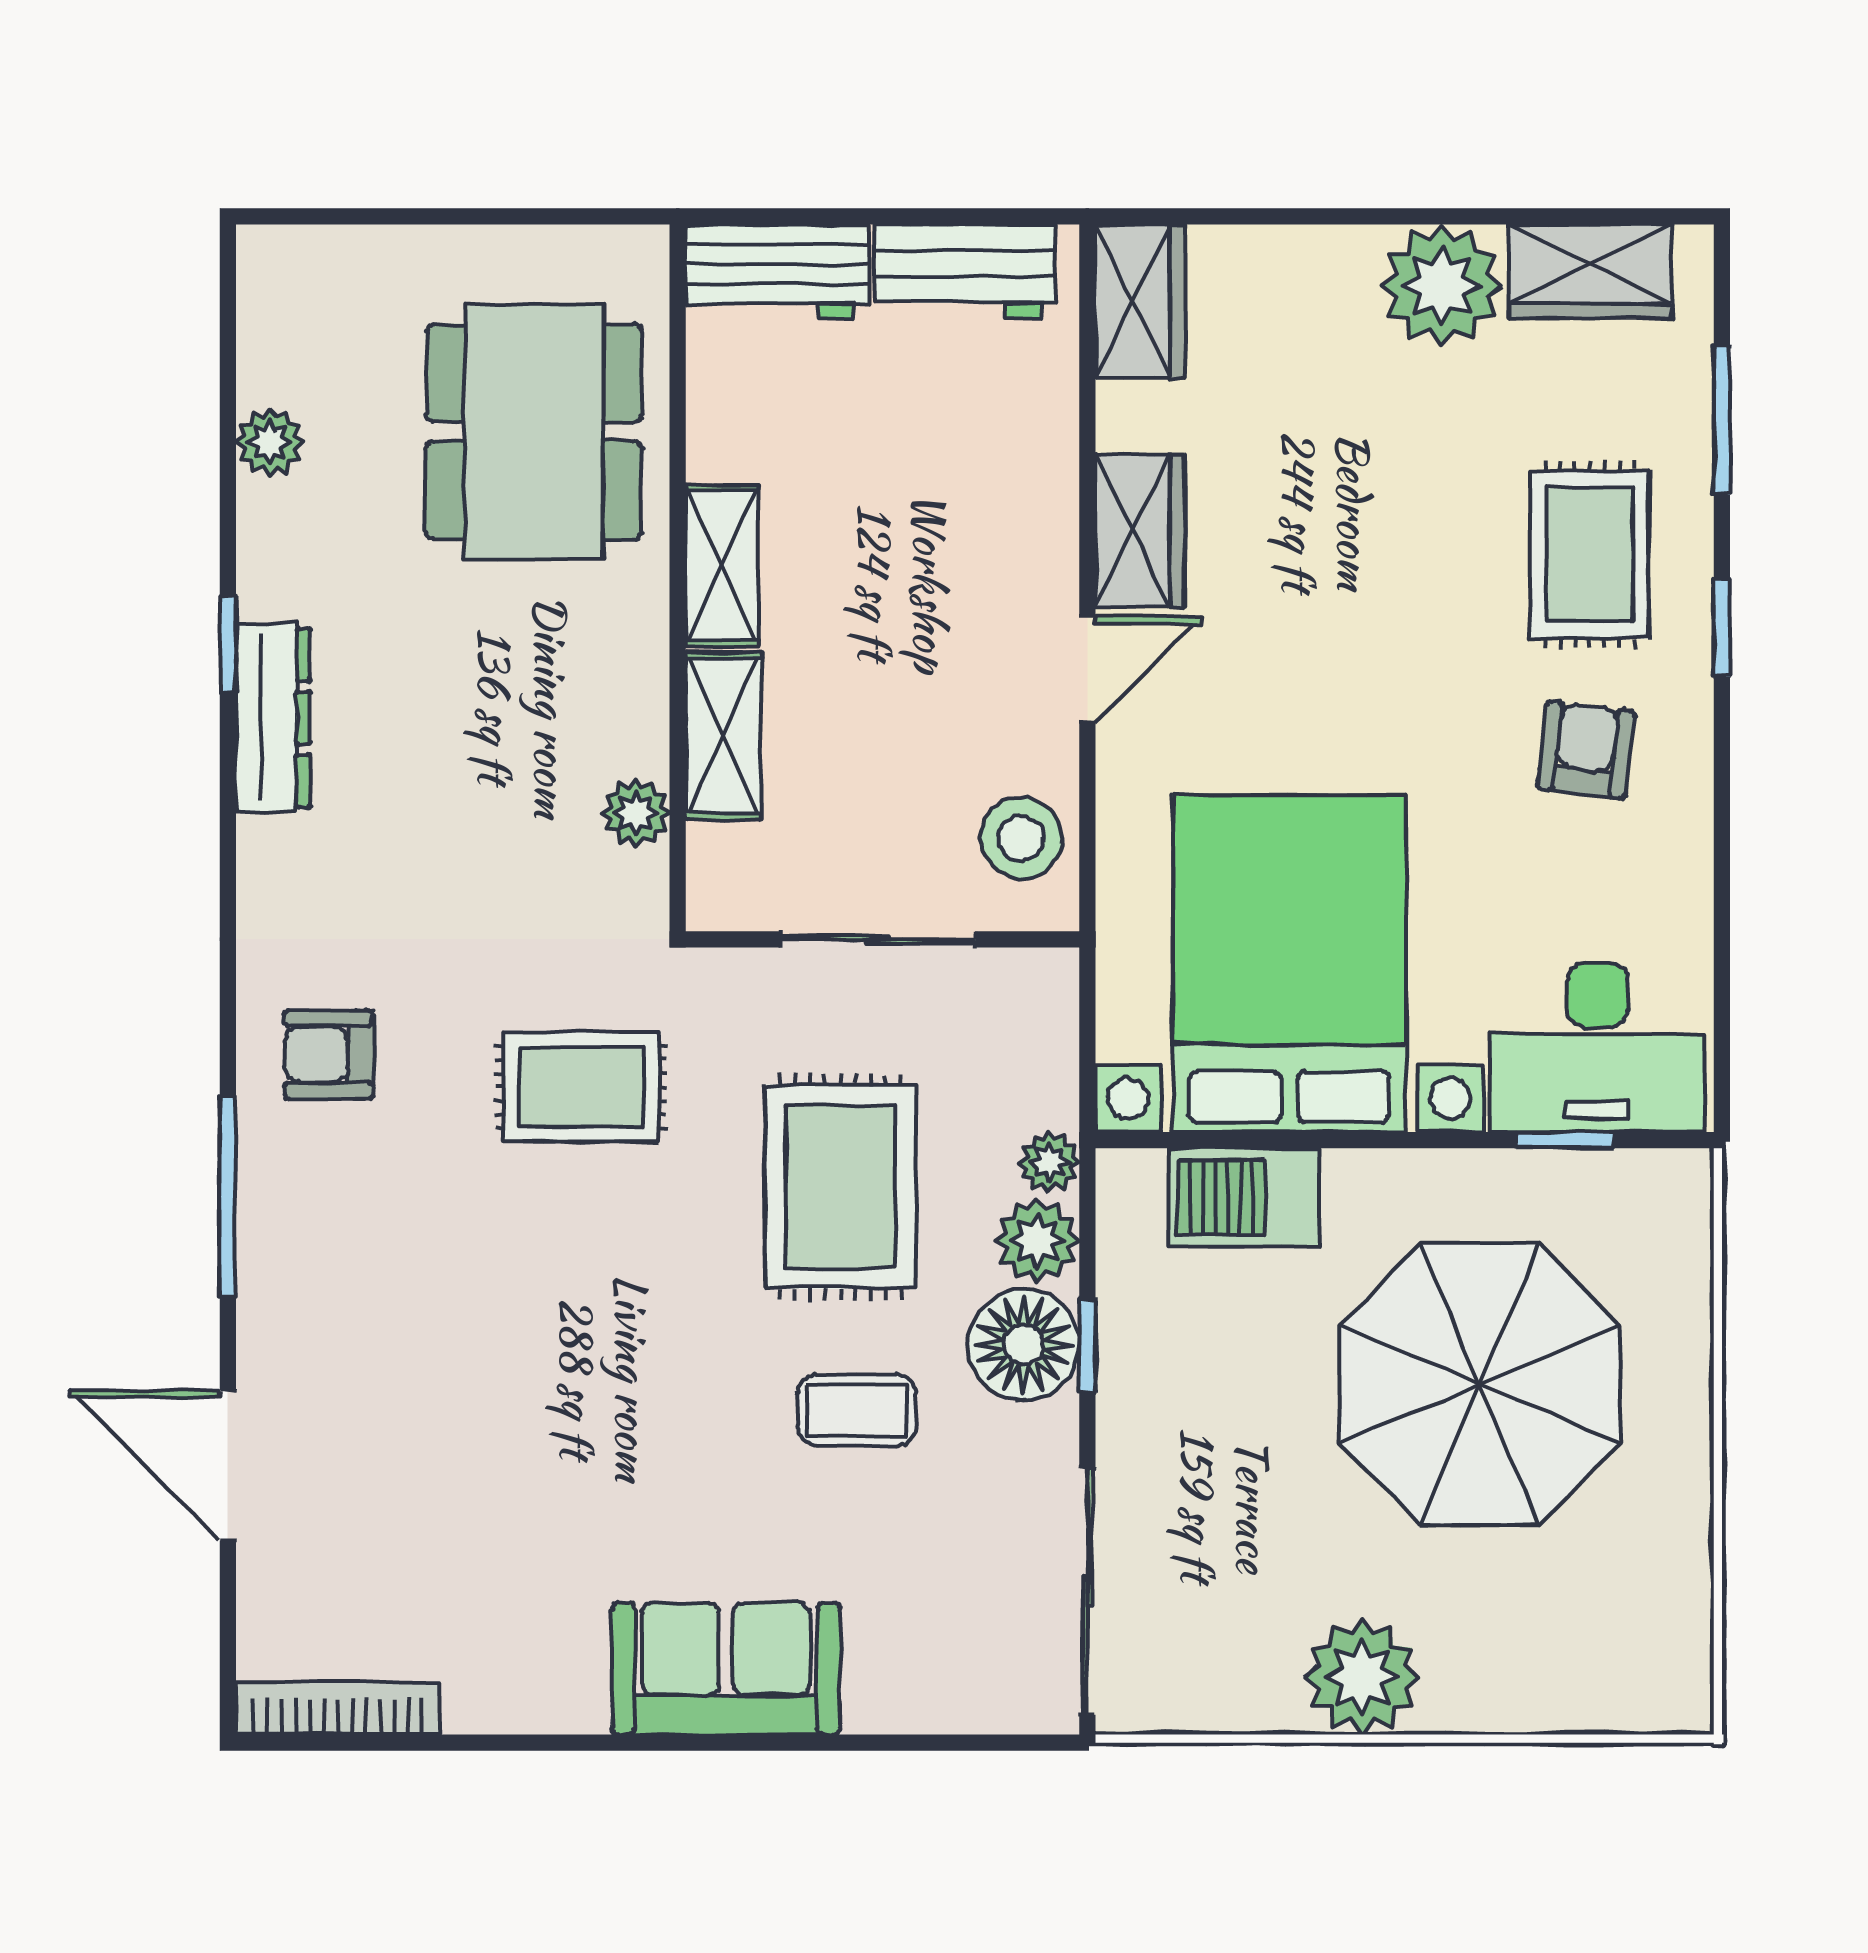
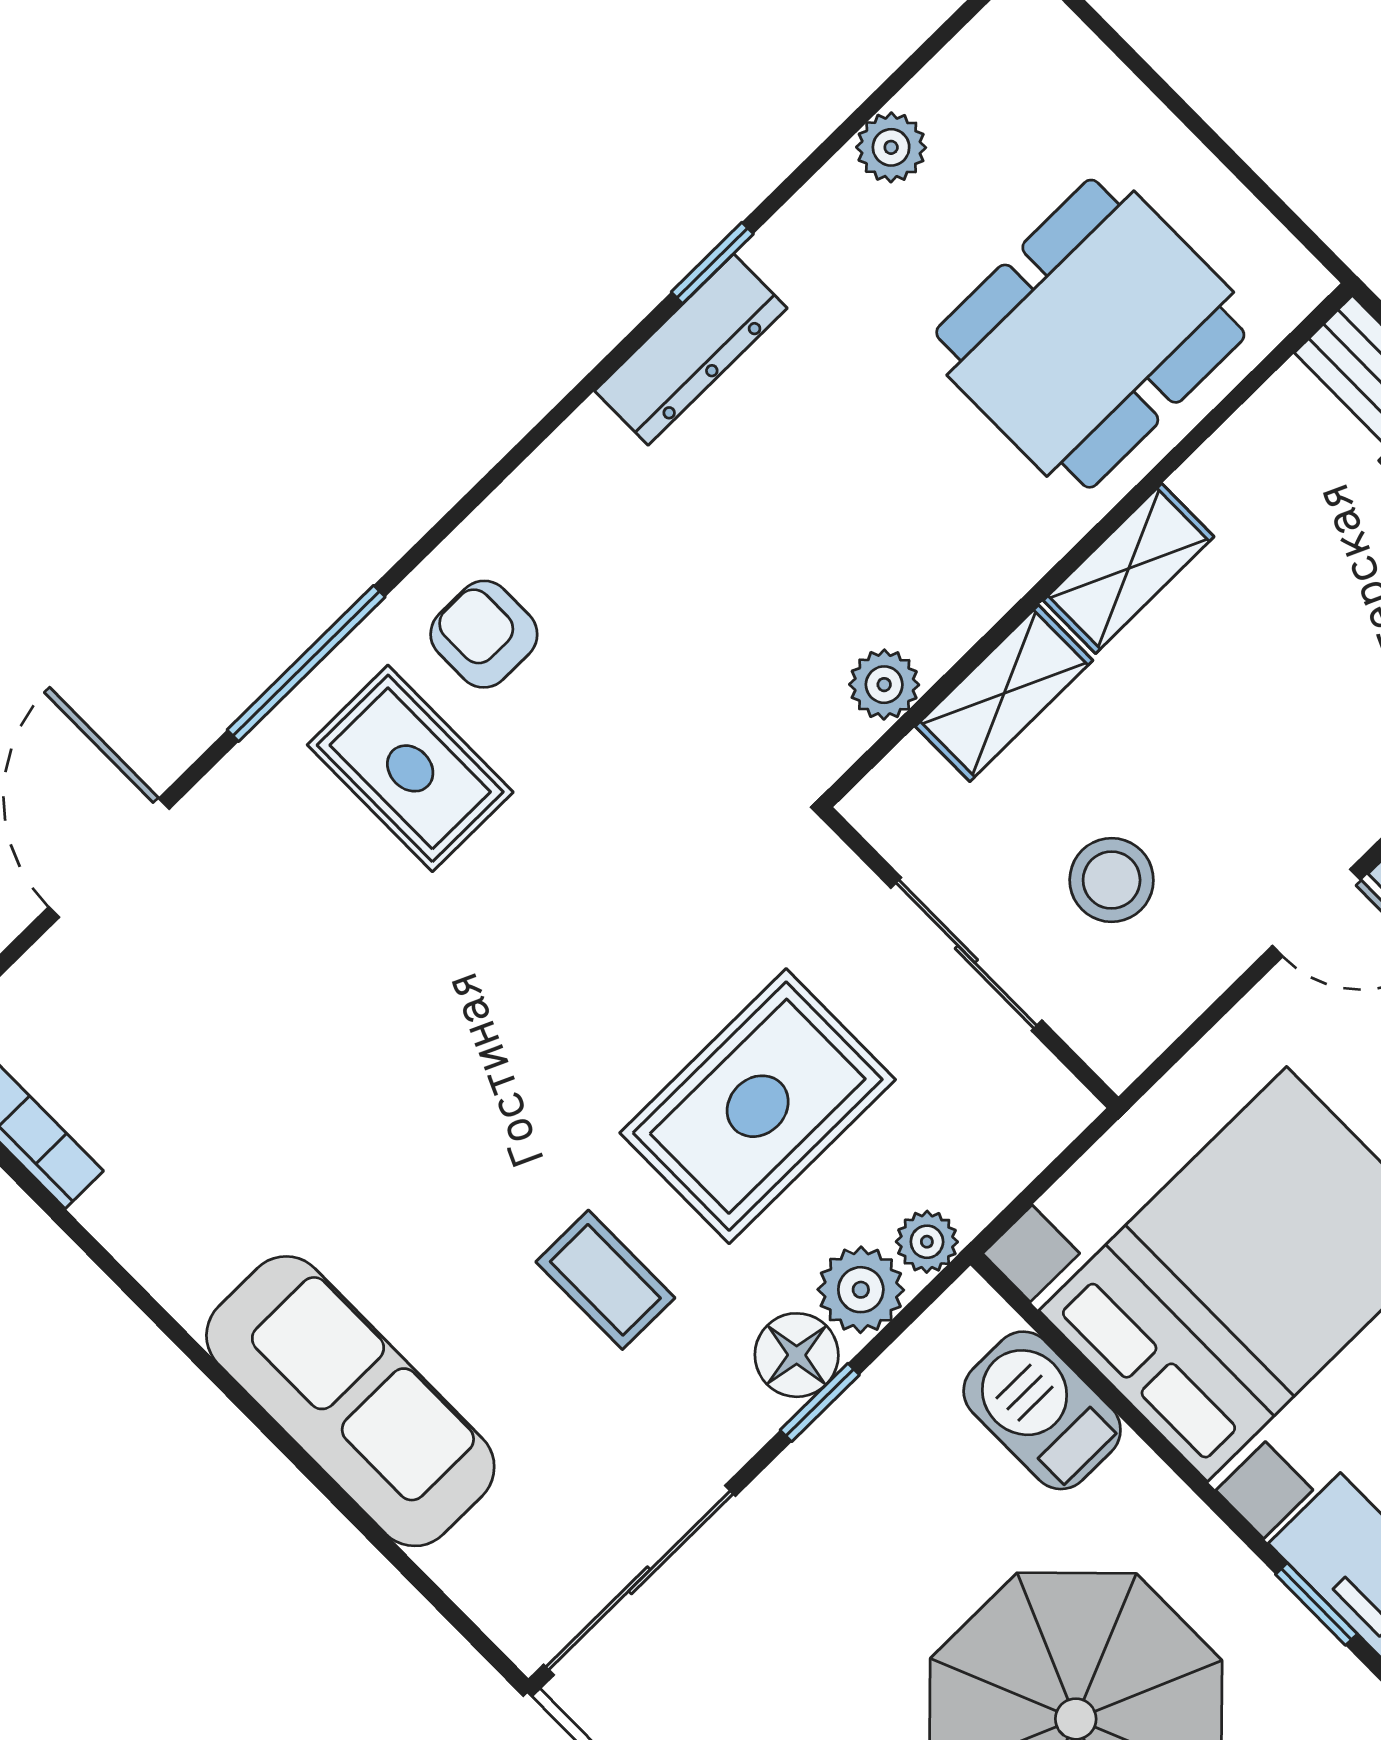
stool: (1021, 838) -> (1112, 880), moved
rug: (581, 1087) -> (410, 768), moved
floor lamp: (1024, 1344) -> (797, 1355), width x0.73, depth x0.73
sofa: (726, 1669) -> (350, 1401), width x1.36

